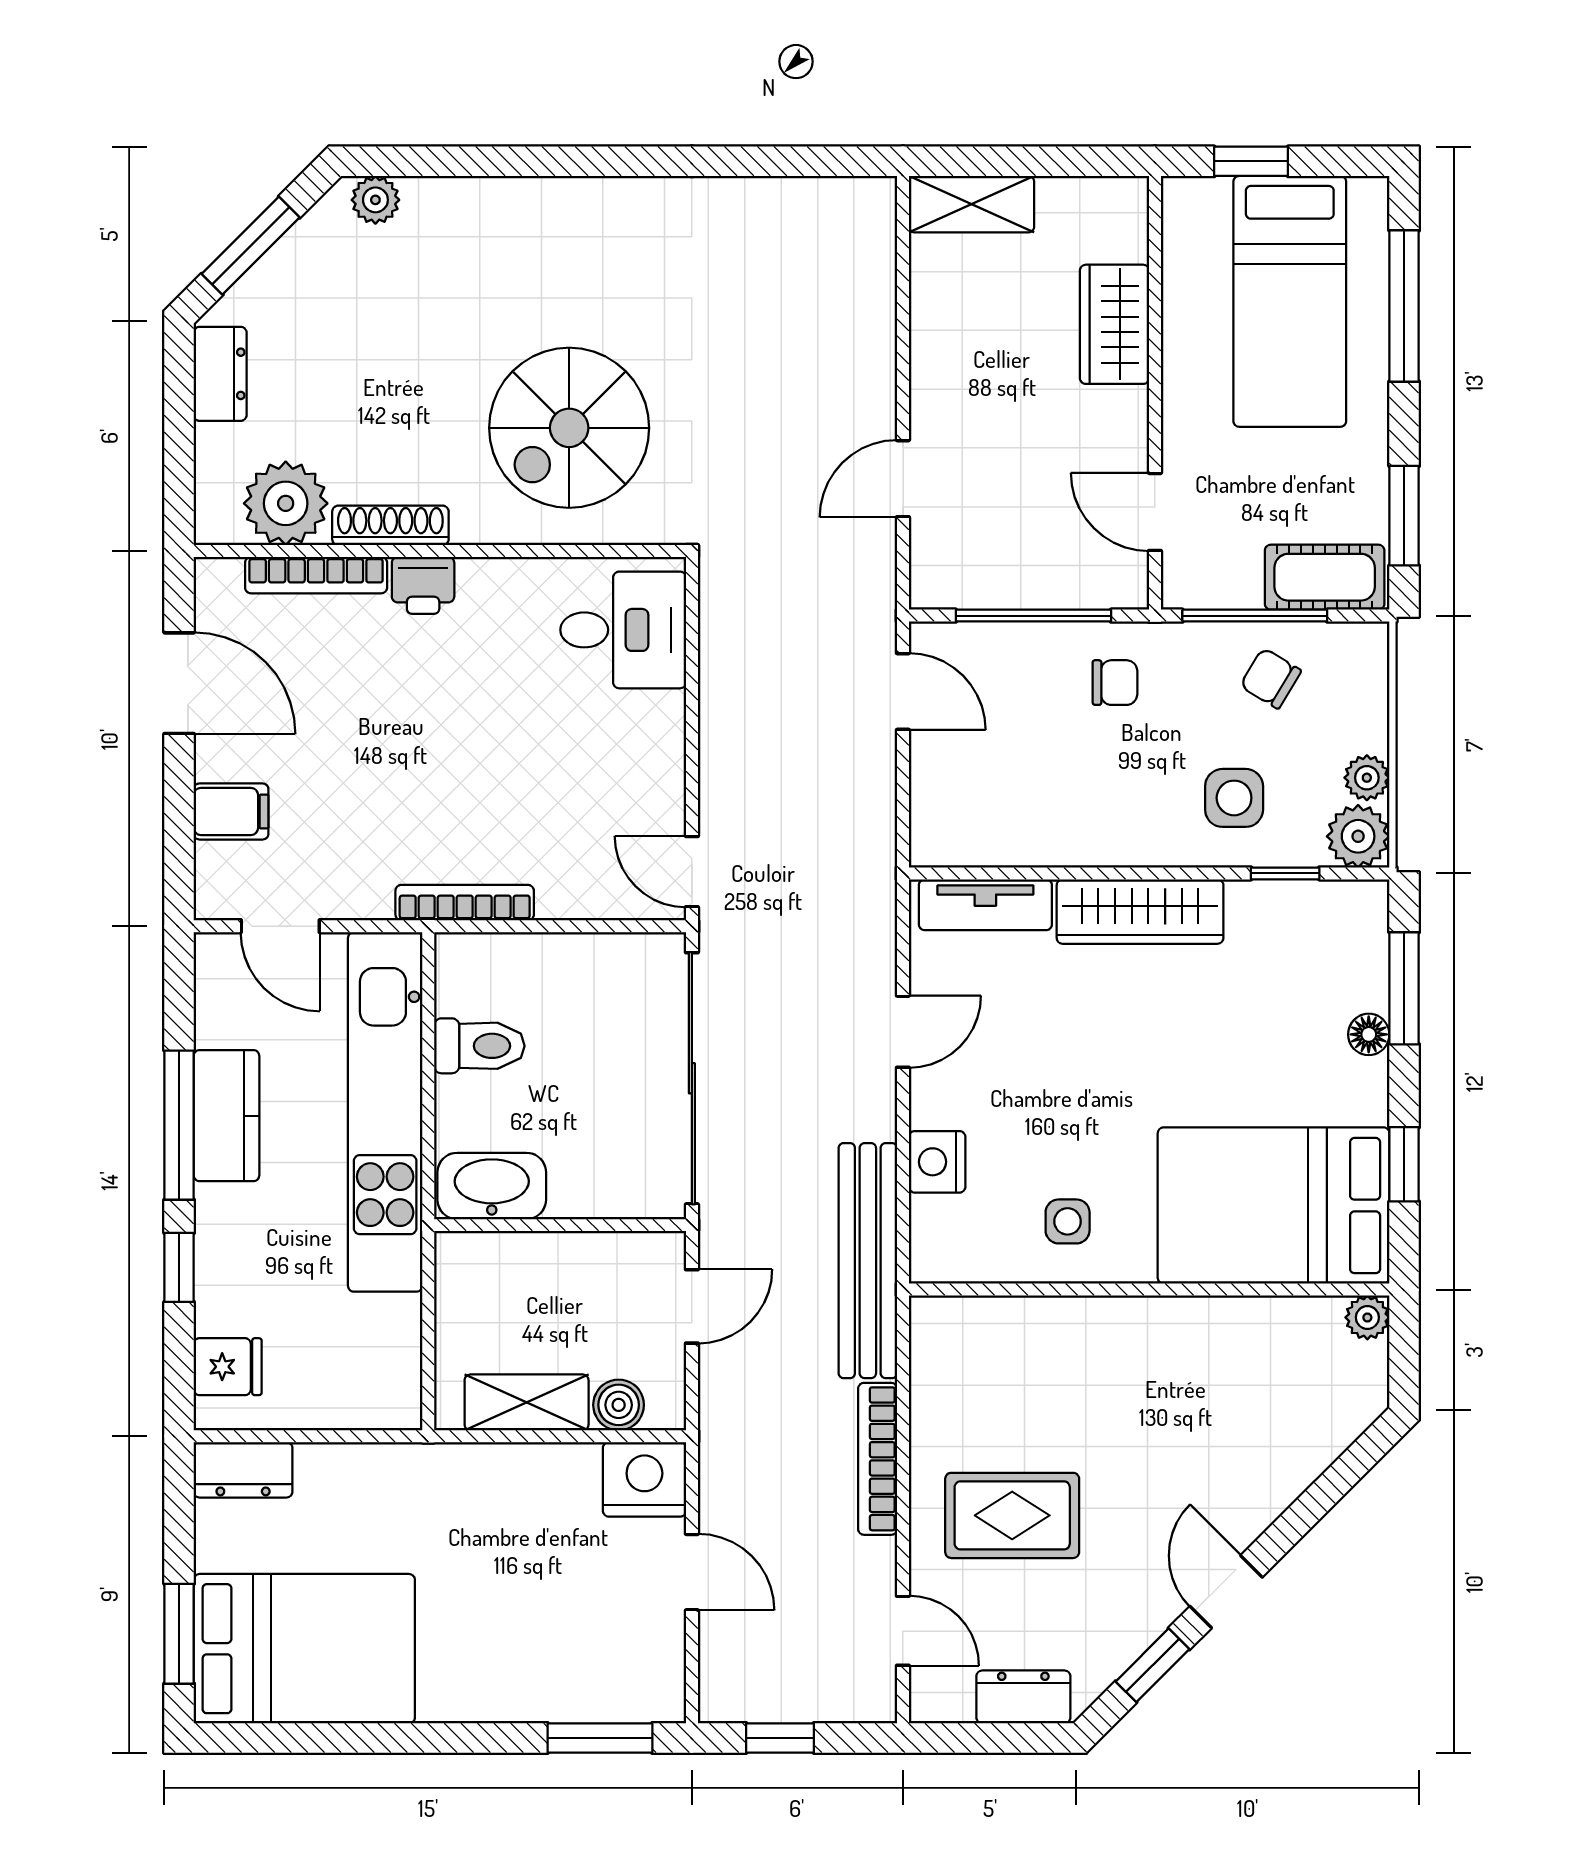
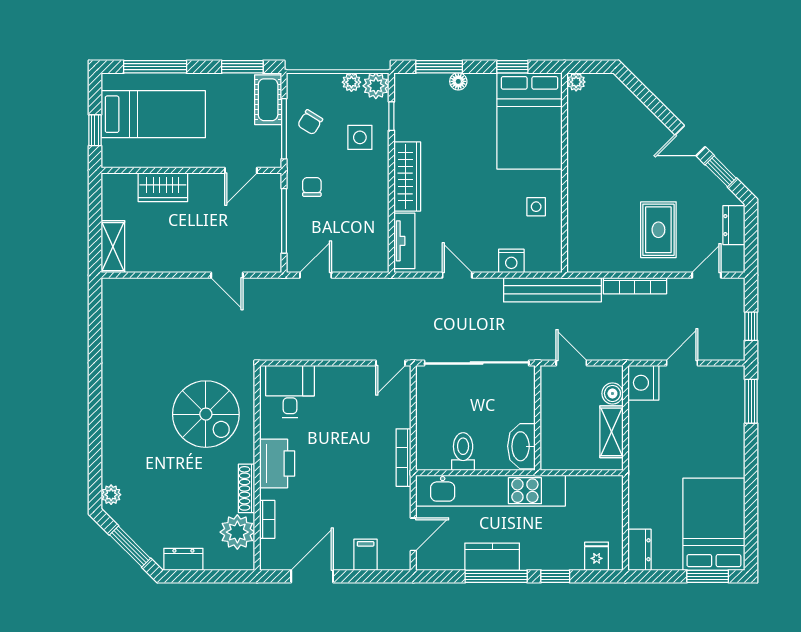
bookcase: (316, 575) -> (267, 519), width x0.64
printer: (423, 585) -> (277, 464), width x1.87, depth x1.48

